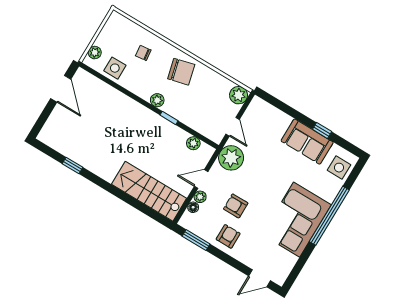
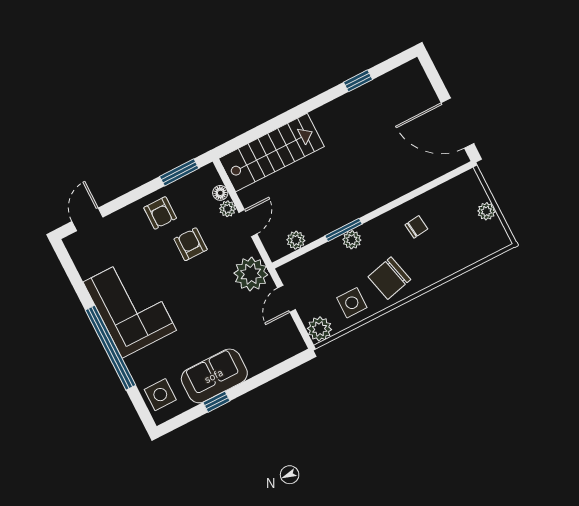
plant: (95, 53) -> (486, 211), moved
chair: (143, 53) -> (416, 227), moved
side table: (115, 68) -> (352, 303), moved
door: (61, 89) -> (457, 123), width x1.36
plant: (157, 100) -> (352, 240), moved
window: (169, 118) -> (344, 230), width x1.50
door: (233, 127) -> (287, 299), hinge flipped
armchair: (236, 206) -> (191, 244), turned -90

